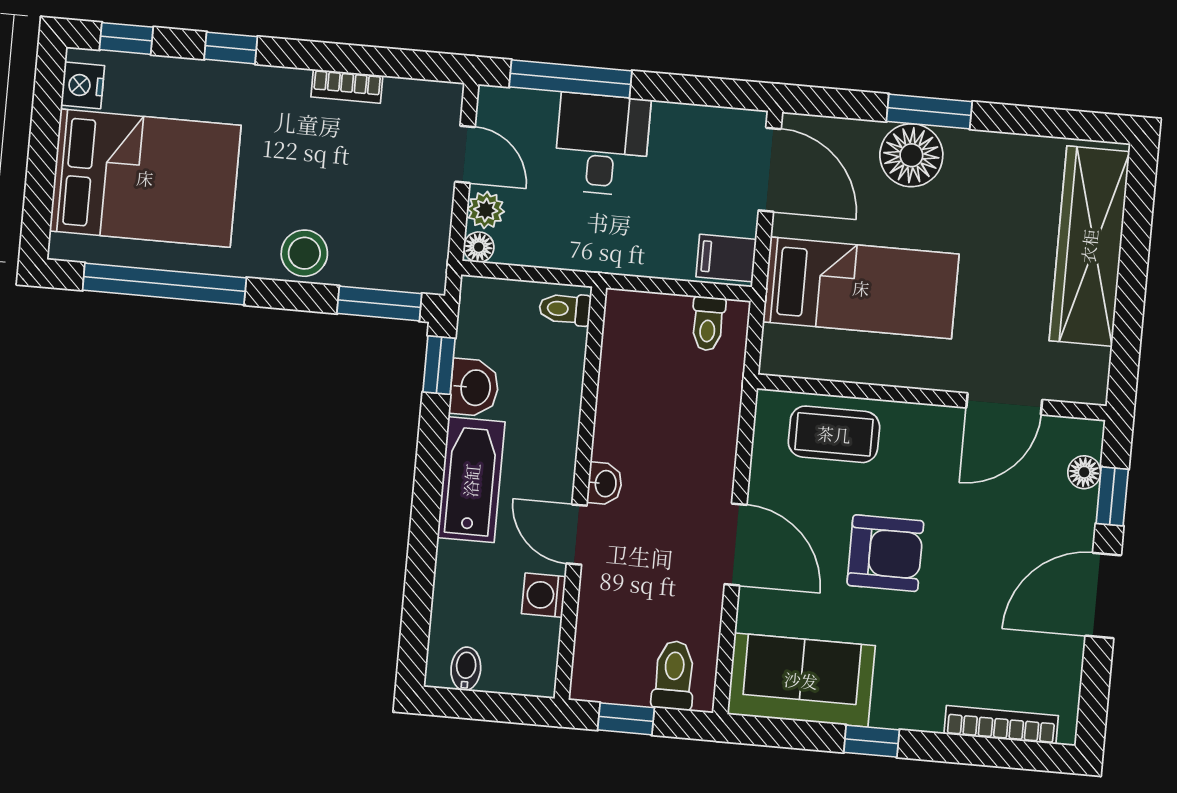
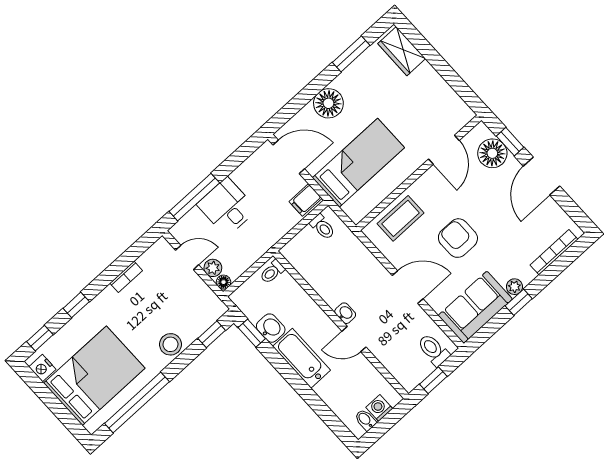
window: (929, 112) -> (351, 54), moved
wardrobe: (1089, 246) -> (402, 51), width x0.48, depth x0.85
window: (379, 304) -> (212, 334), width x0.67
floor lamp: (1084, 472) -> (492, 153), width x1.89, depth x1.89
armchair: (885, 553) -> (458, 238), turned -90
washing machine: (544, 595) -> (379, 408), moved, turned 90
plant: (890, 712) -> (514, 287), added

